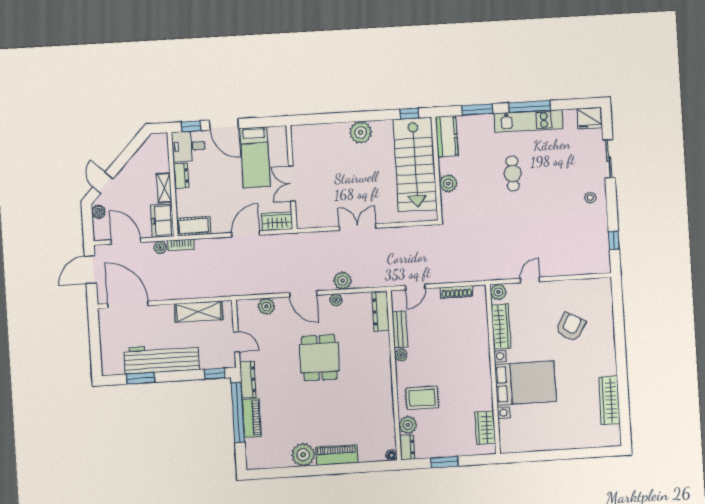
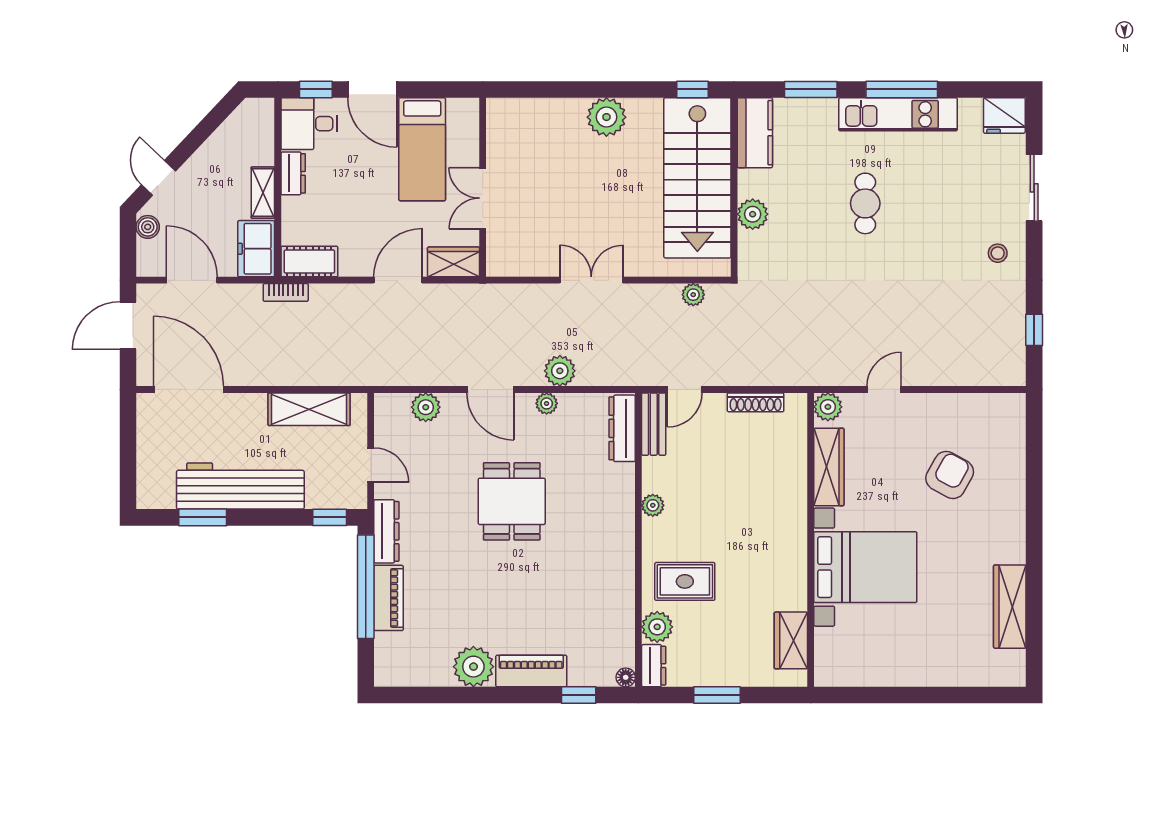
plant: (160, 247) -> (693, 295), moved
bench: (400, 329) -> (654, 424), moved
window: (365, 467) -> (579, 695), added

